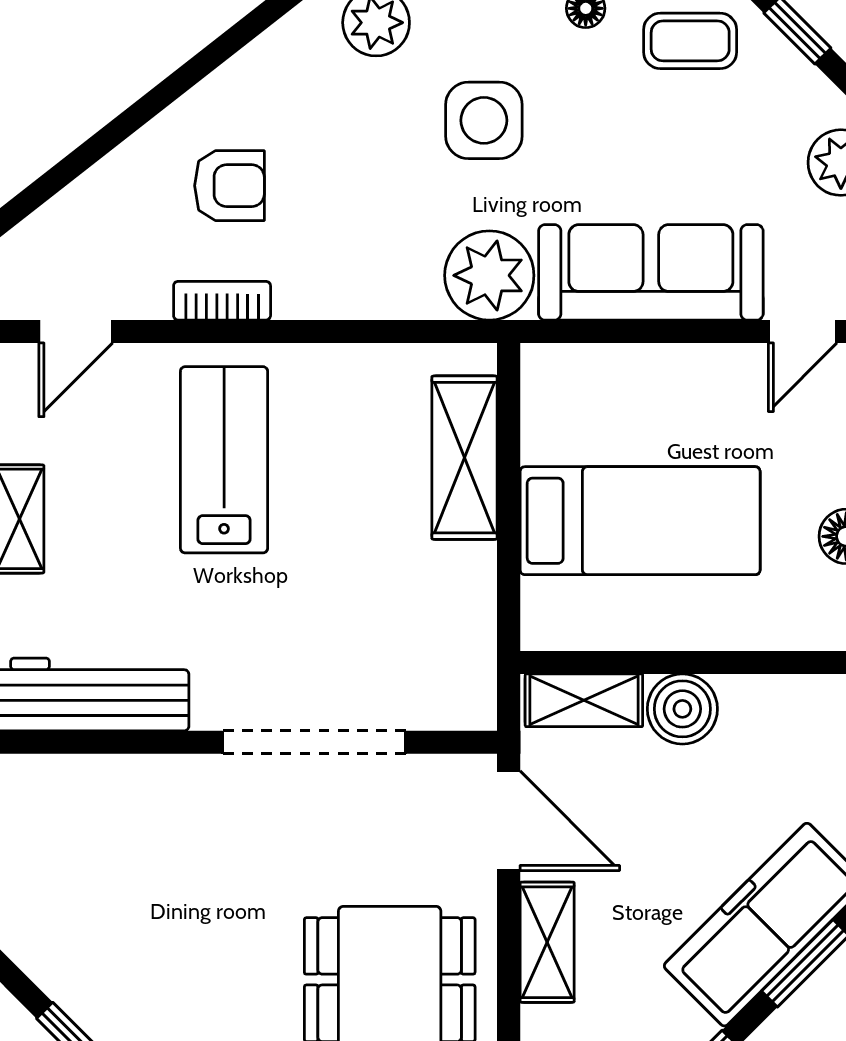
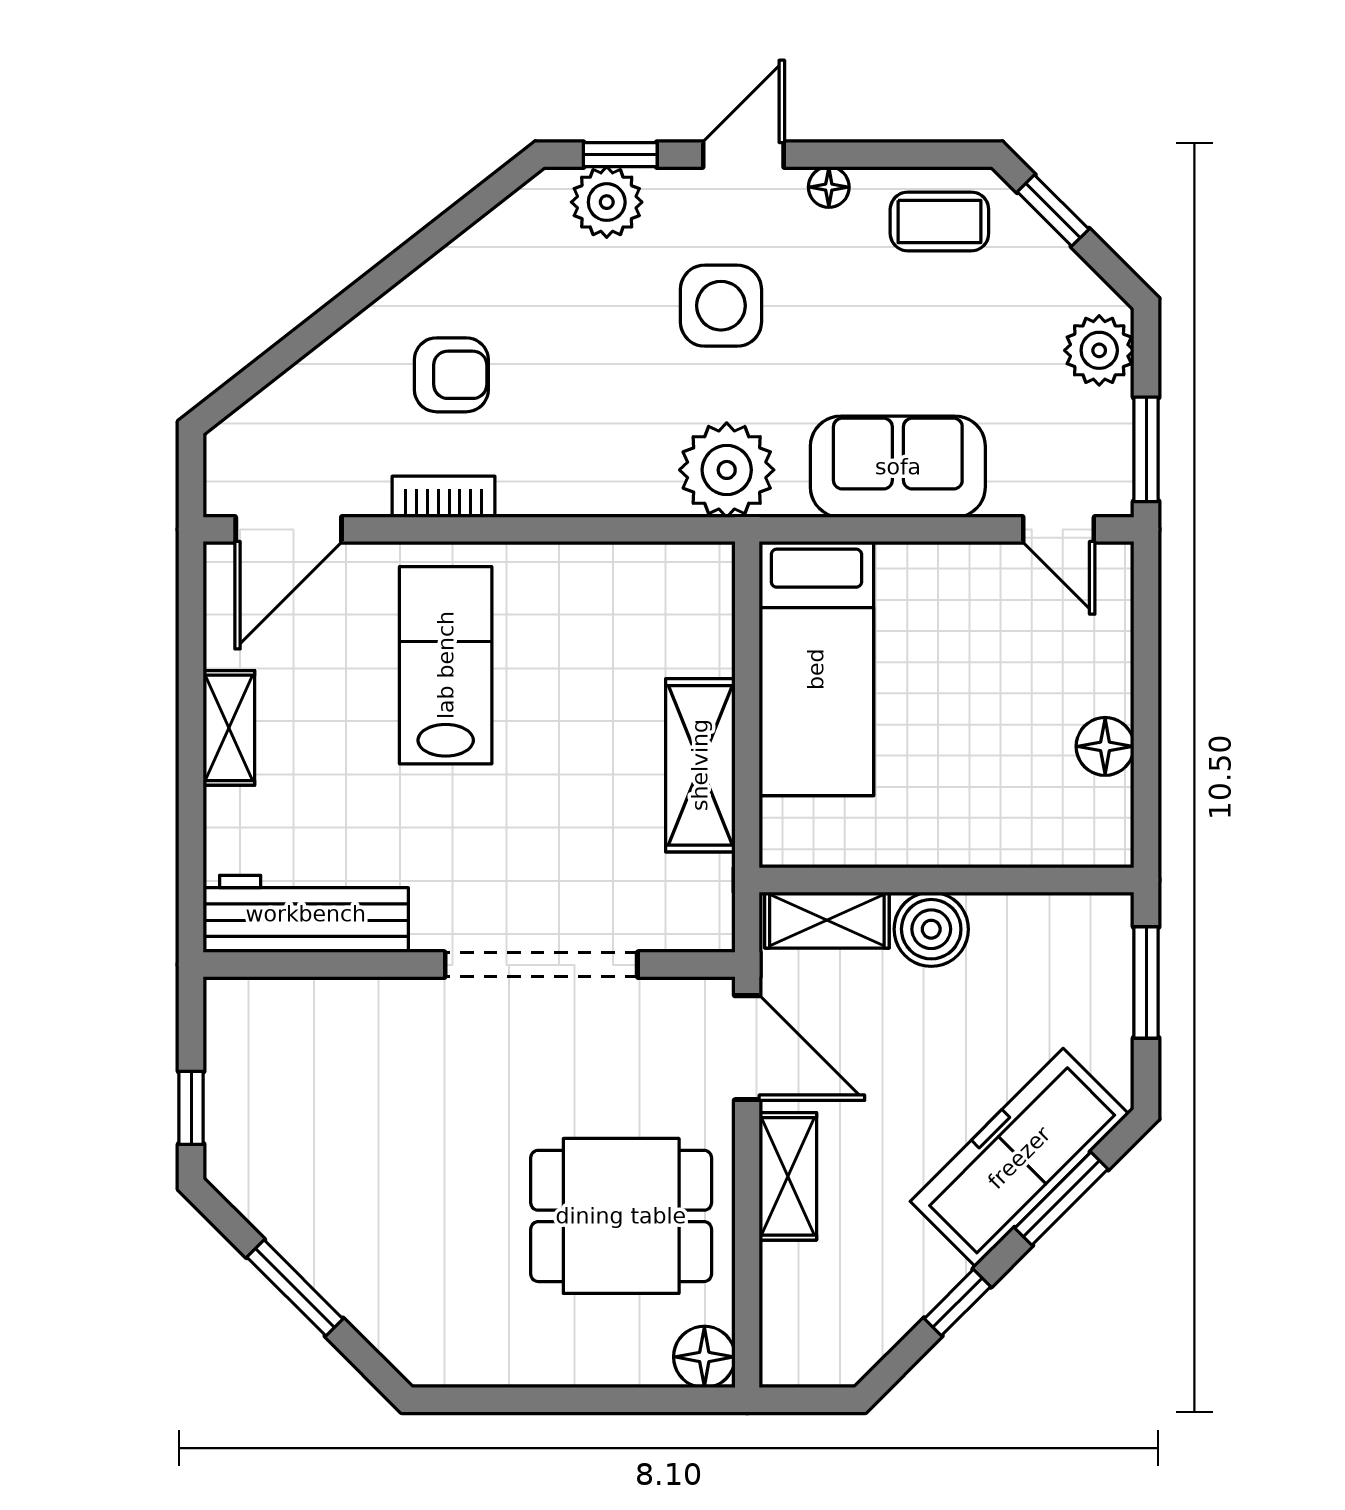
sofa: (651, 272) -> (898, 467), width x0.73
door: (76, 332) -> (289, 529), width x1.38
door: (803, 332) -> (1059, 529), hinge flipped
shelving: (464, 458) -> (700, 765), moved
bed: (640, 521) -> (816, 669), moved, turned 90

